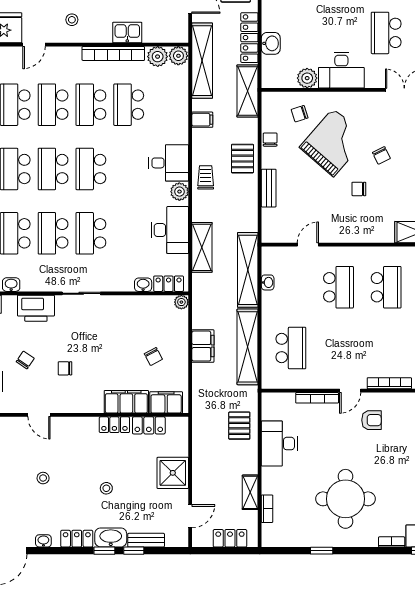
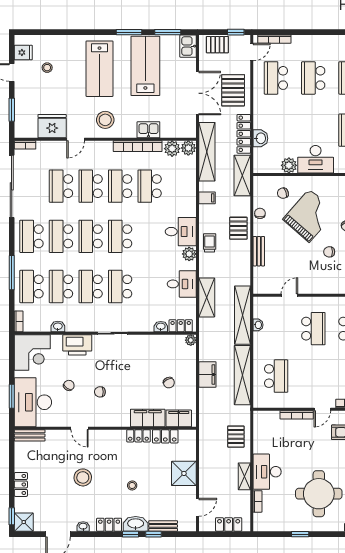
stool: (72, 20) -> (105, 120), width x1.89, depth x1.89
desk: (170, 230) -> (182, 284), width x0.73
desk: (279, 444) -> (267, 472), moved
stool: (43, 478) -> (83, 477), width x1.89, depth x1.89
shelving: (250, 492) -> (244, 476), moved

